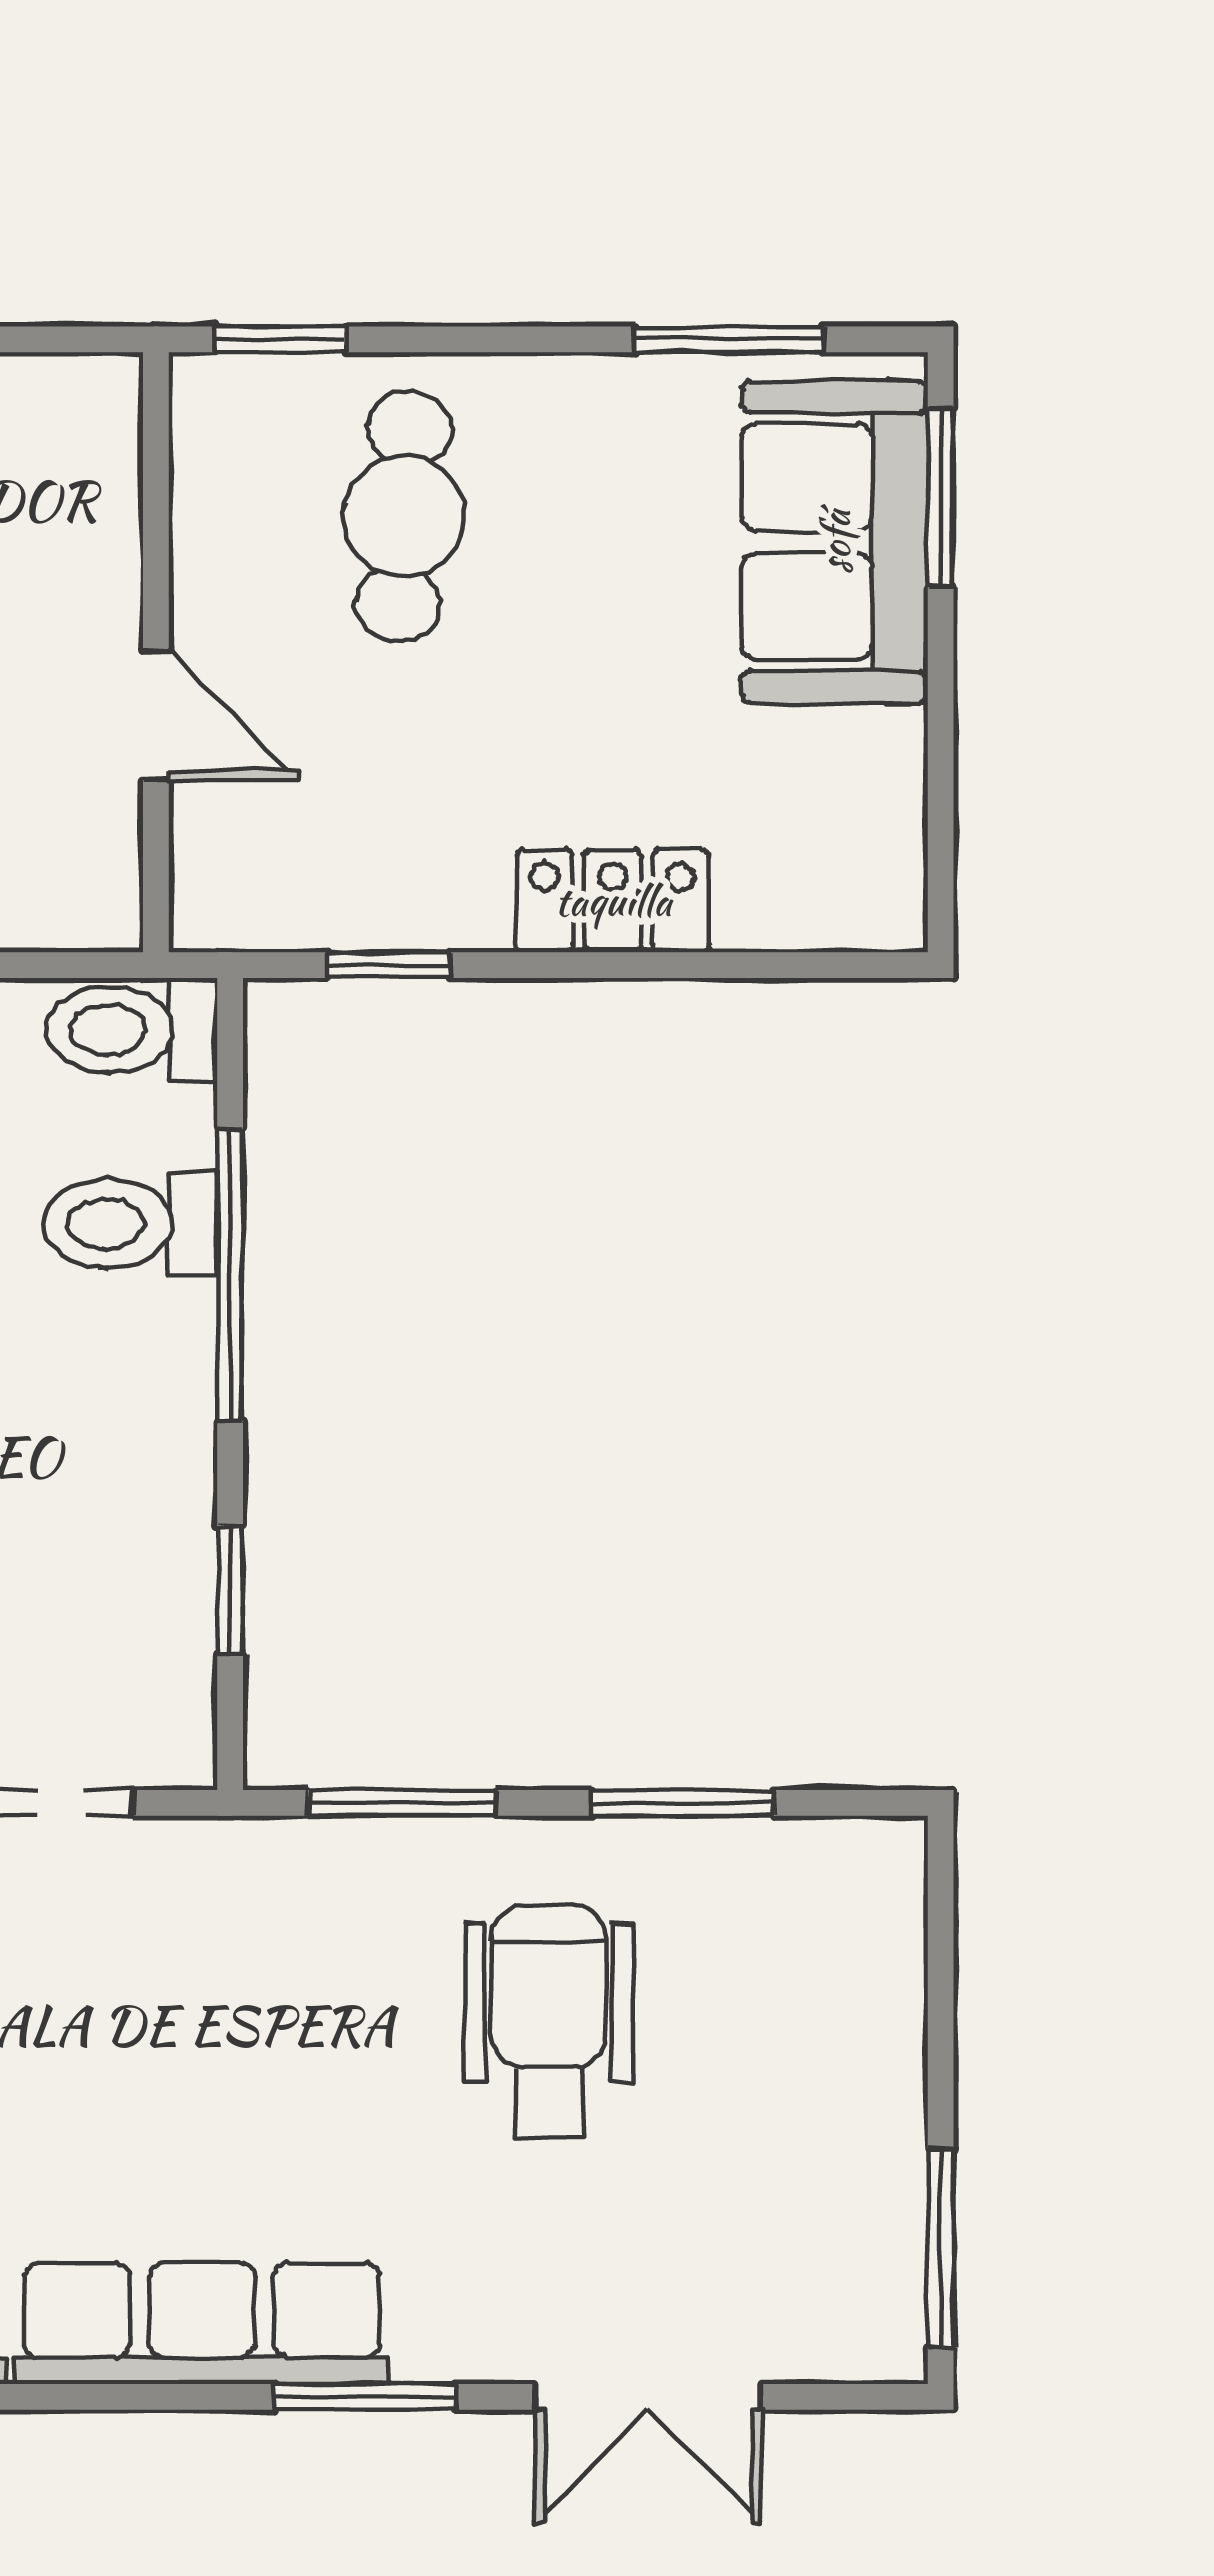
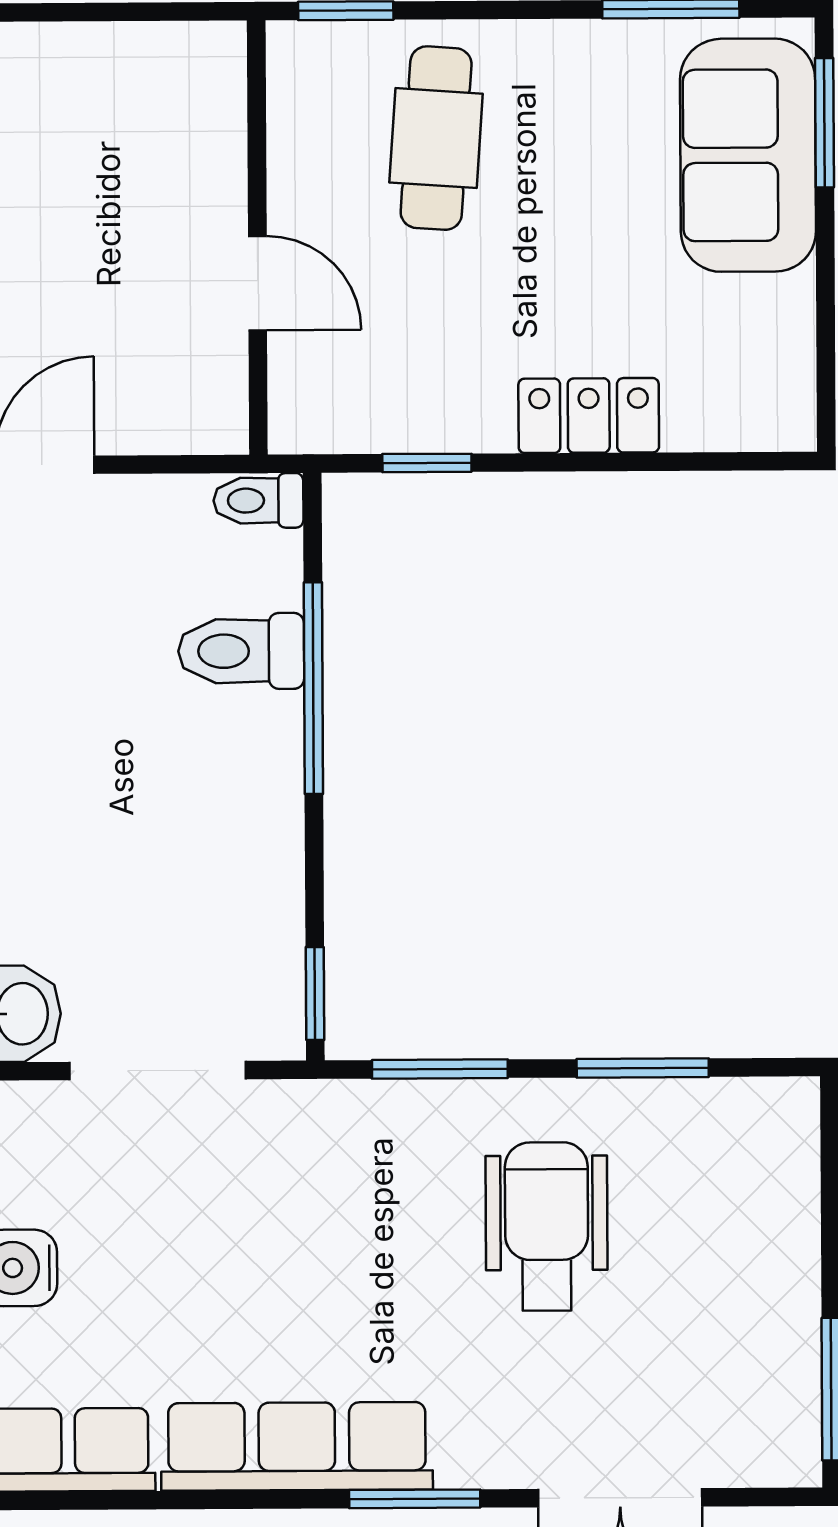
toilet: (132, 1030) -> (258, 501), width x0.73, depth x0.72
window: (230, 1590) -> (315, 993), moved

